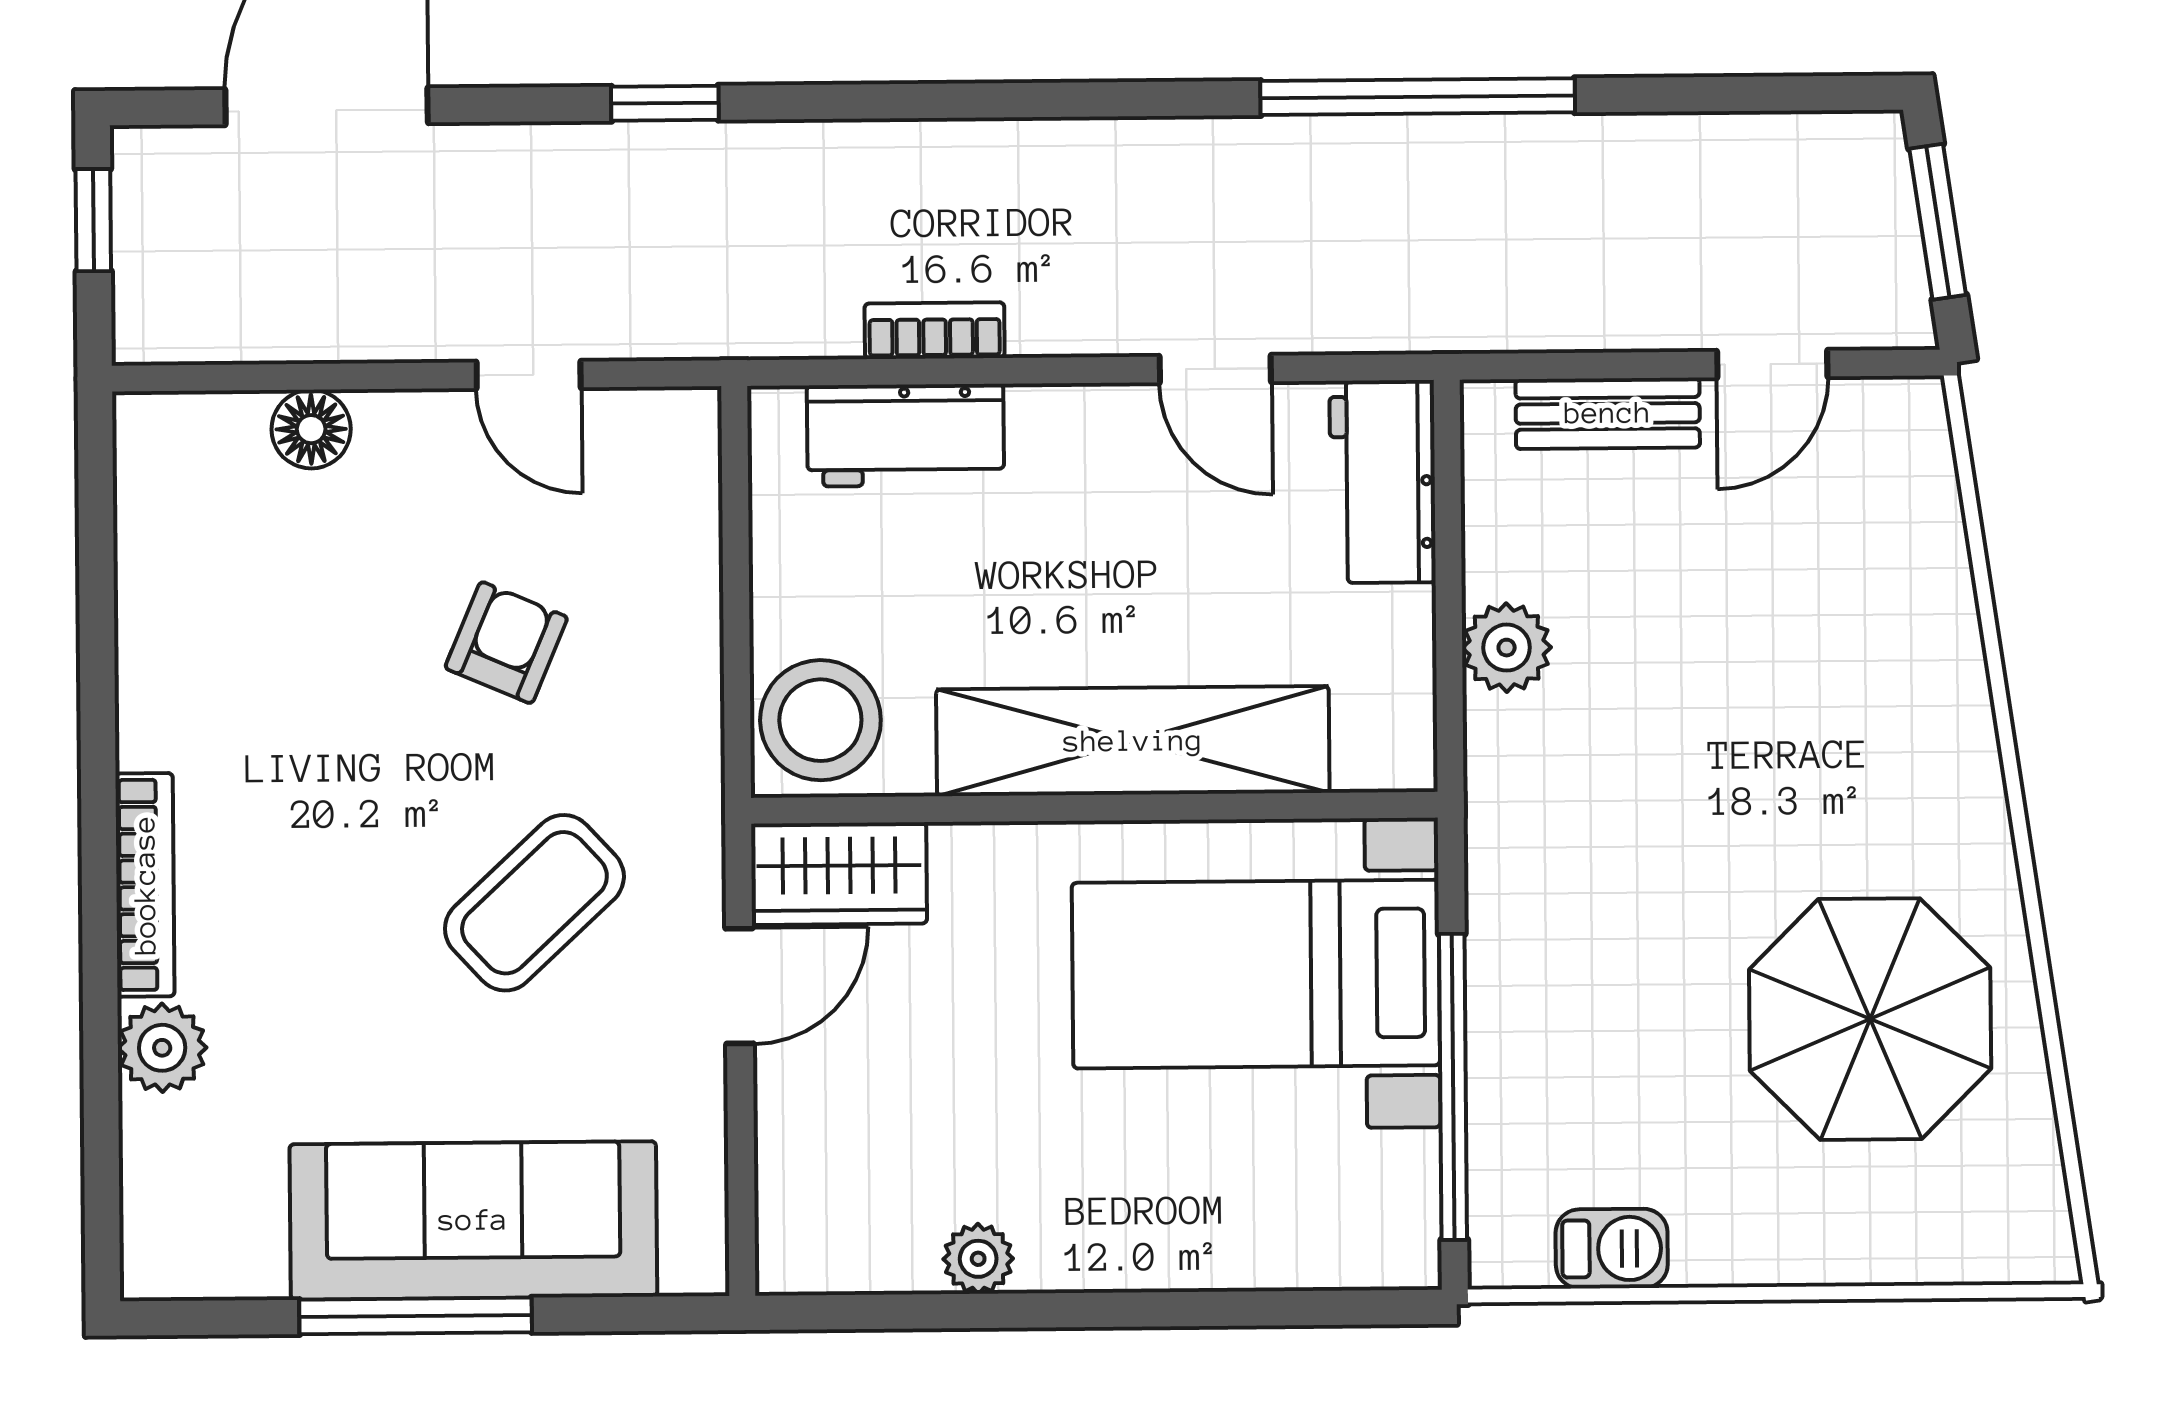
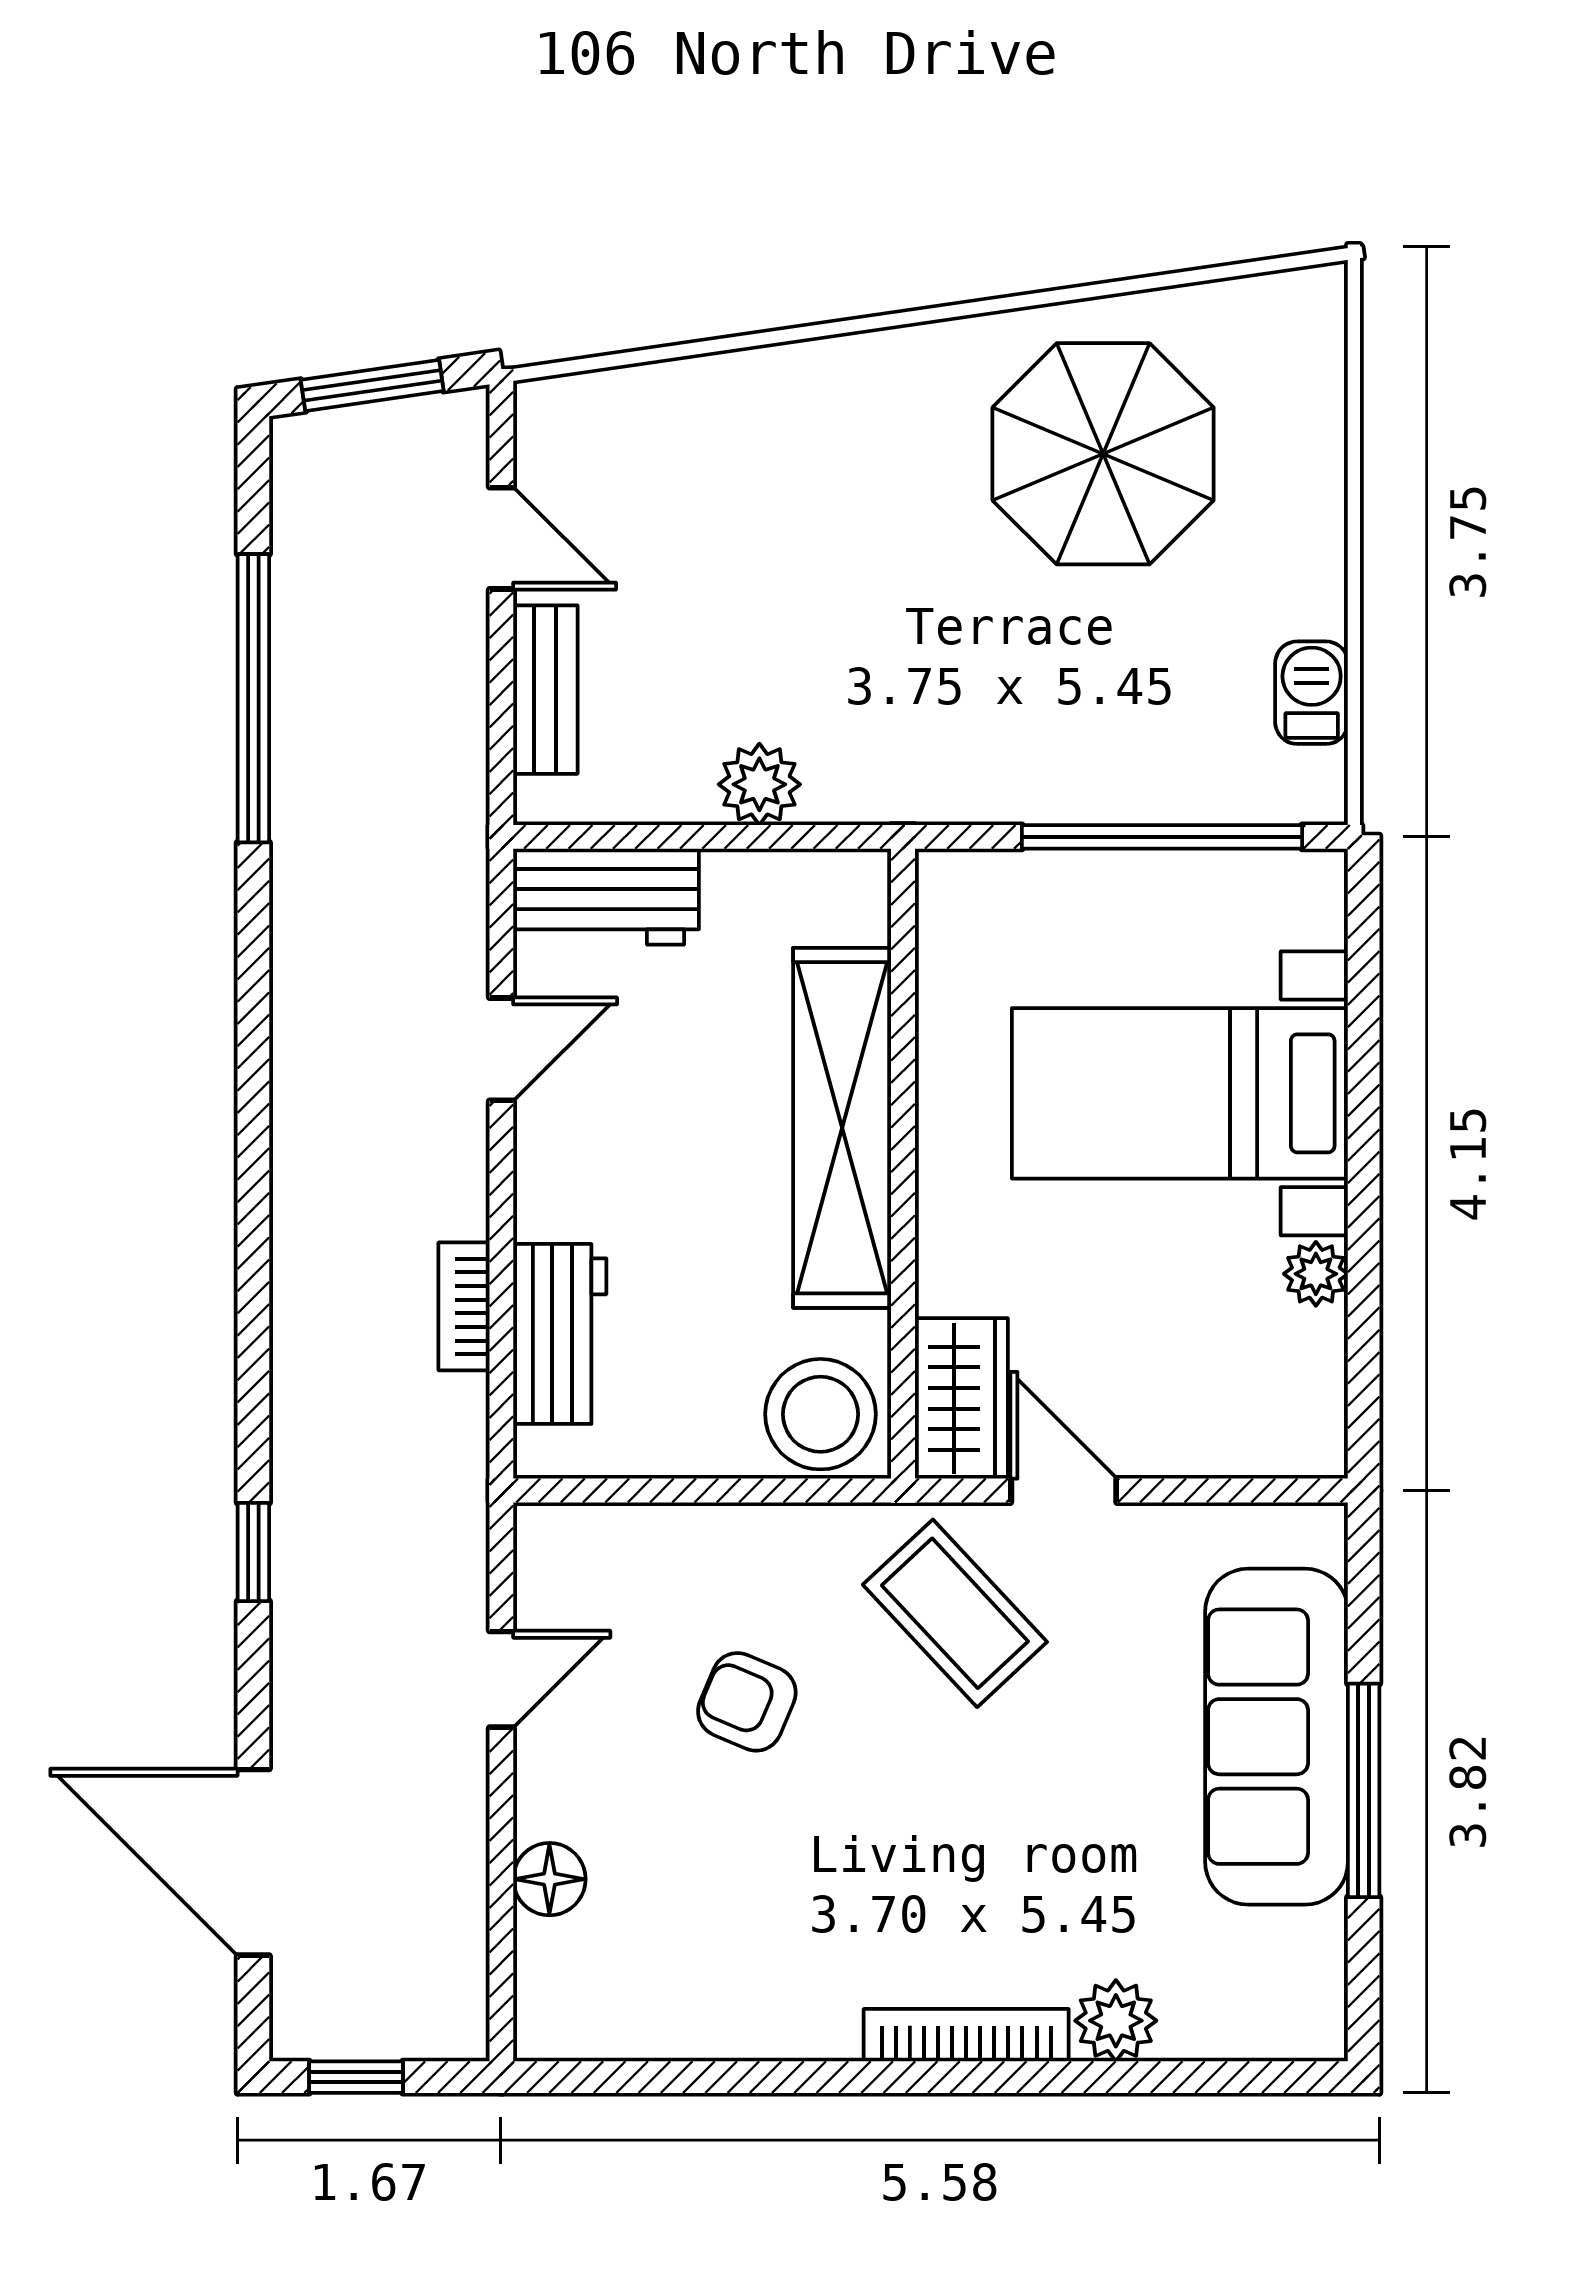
window: (1418, 97) -> (253, 698), moved
coffee table: (534, 903) -> (955, 1613), moved
bed with nightstands: (1256, 974) -> (1180, 1093), moved, turned 90

